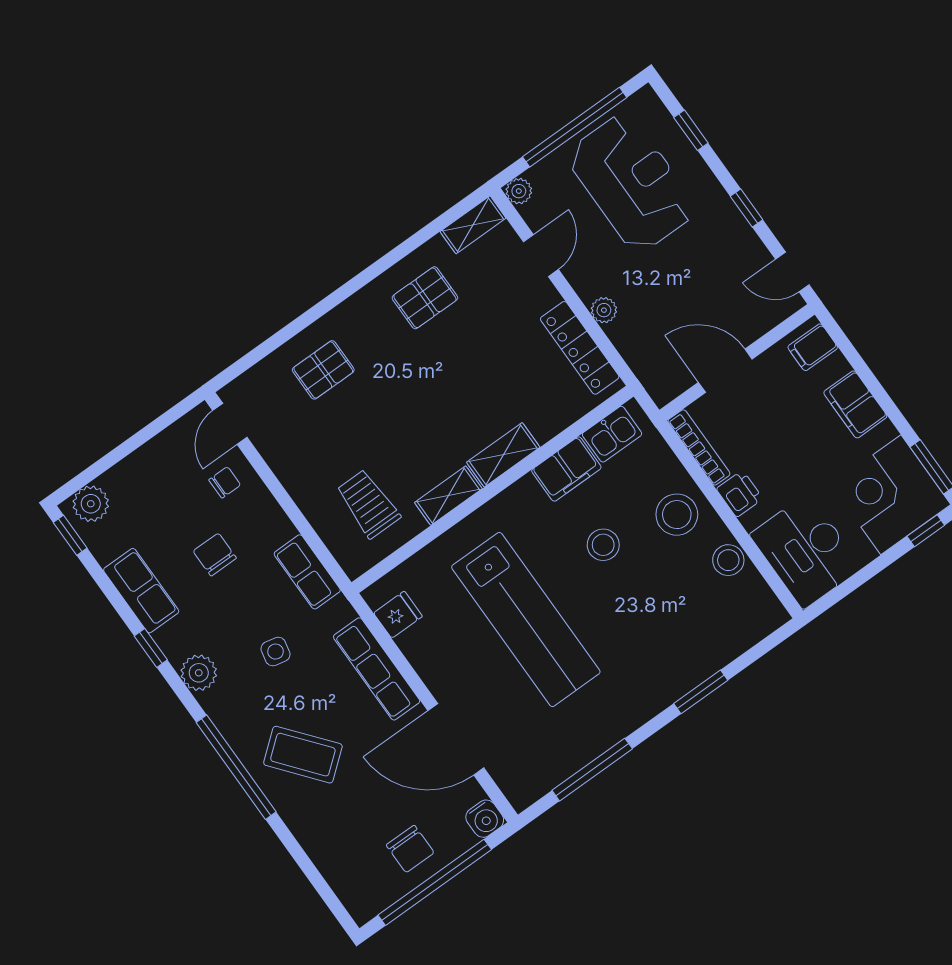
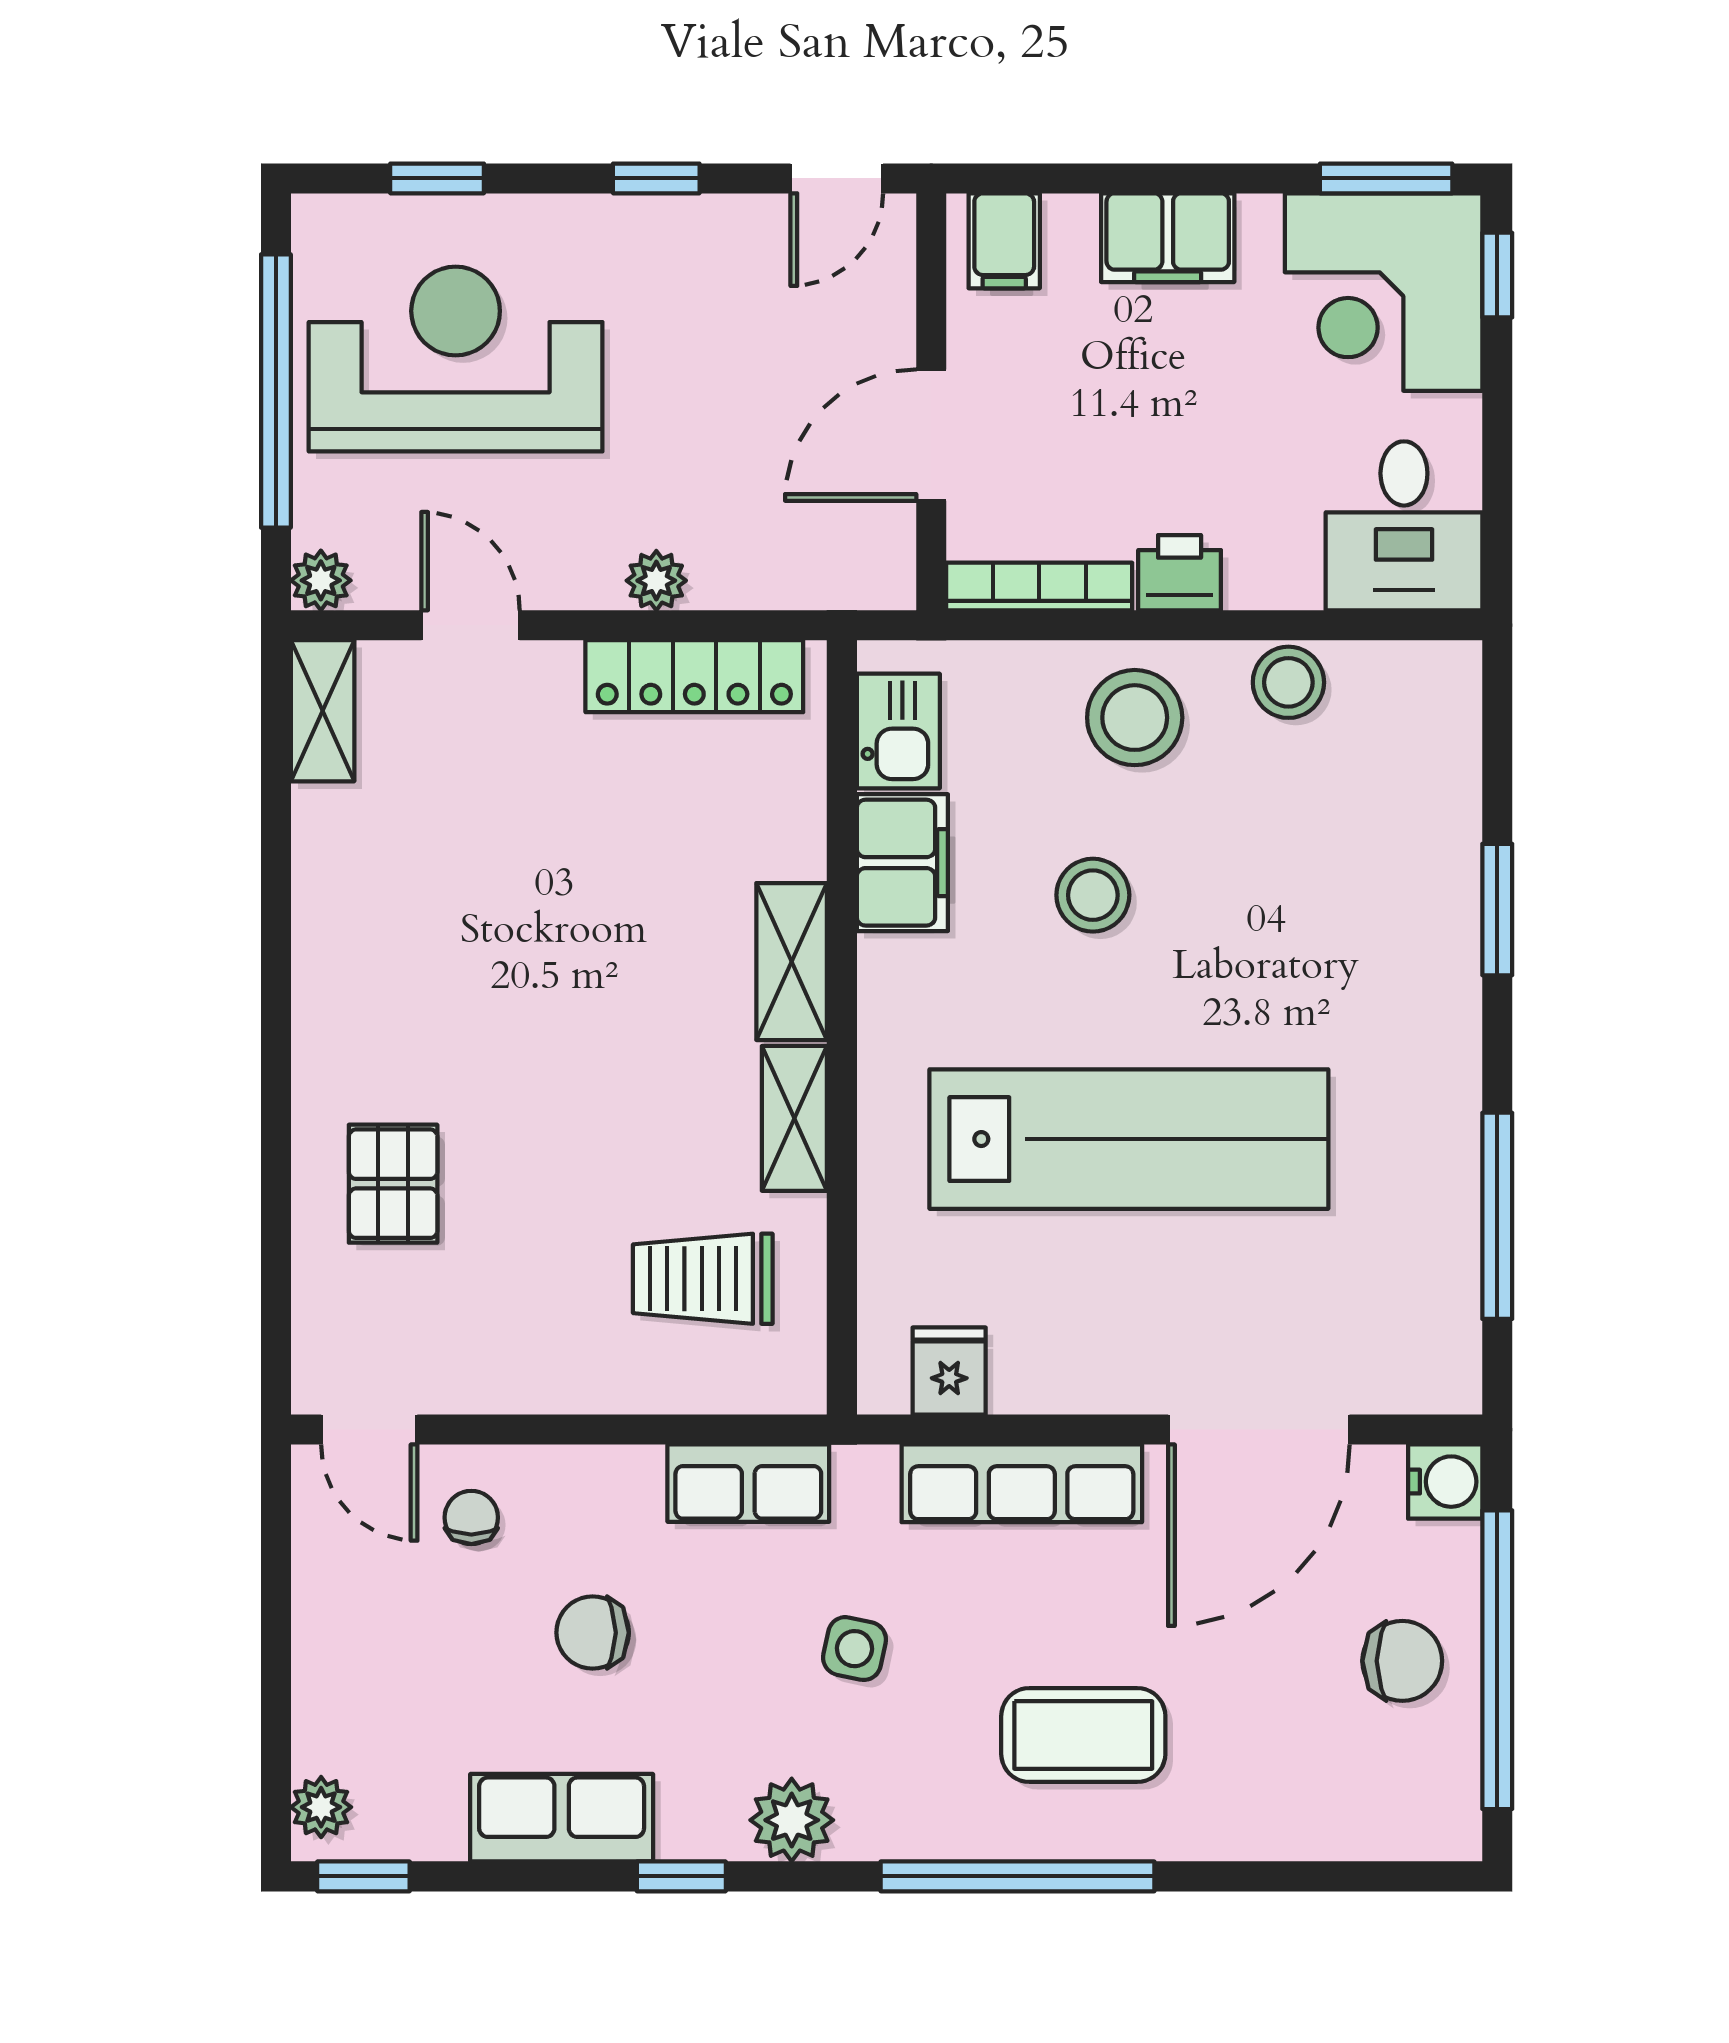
pallet: (425, 298) -> (394, 898), removed
plant: (91, 504) -> (321, 1807), width x0.73, depth x0.73
desk: (806, 551) -> (1404, 526), width x0.73
coffee table: (303, 755) -> (1083, 1735), turned 39

